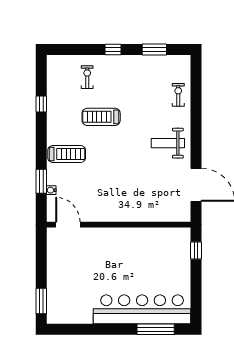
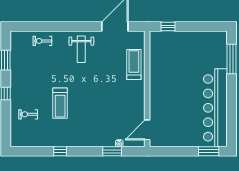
window: (41, 104) -> (60, 151), moved
treadmill: (67, 154) -> (134, 65), moved
bar counter: (142, 309) -> (215, 108), moved

